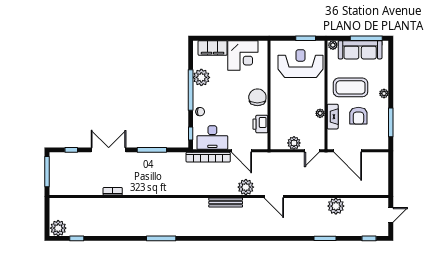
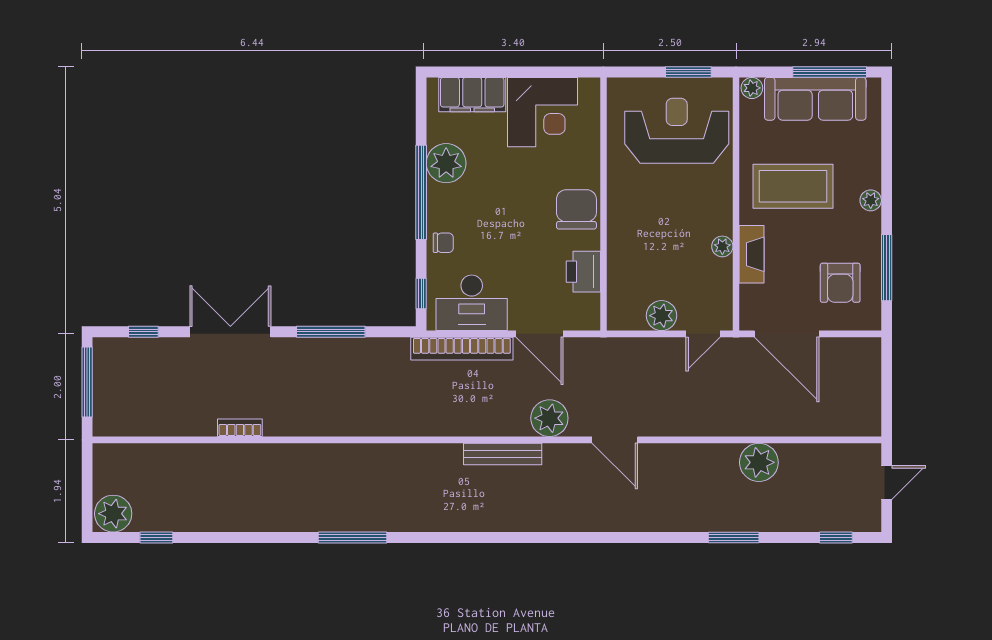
armchair: (358, 116) -> (840, 283), moved

